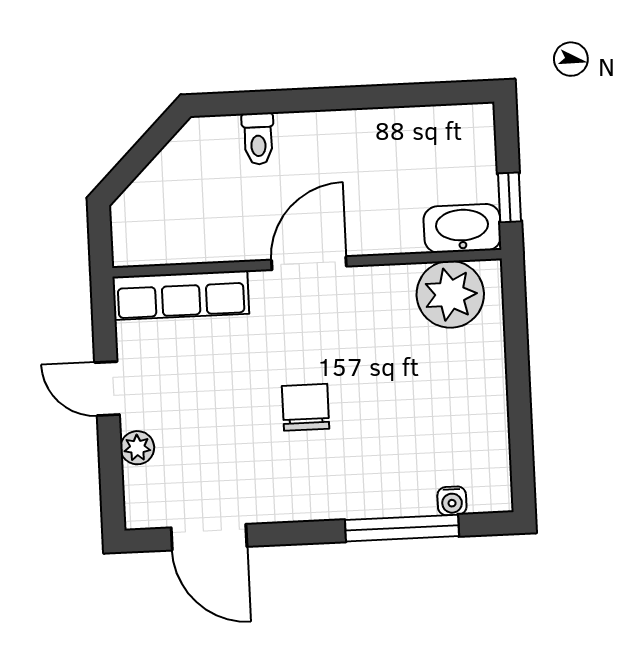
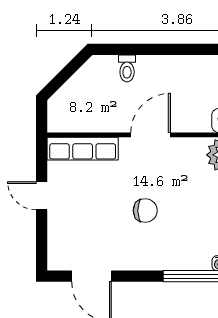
chair: (306, 407) -> (145, 211), turned 90
plant: (137, 448) -> (56, 227), removed

